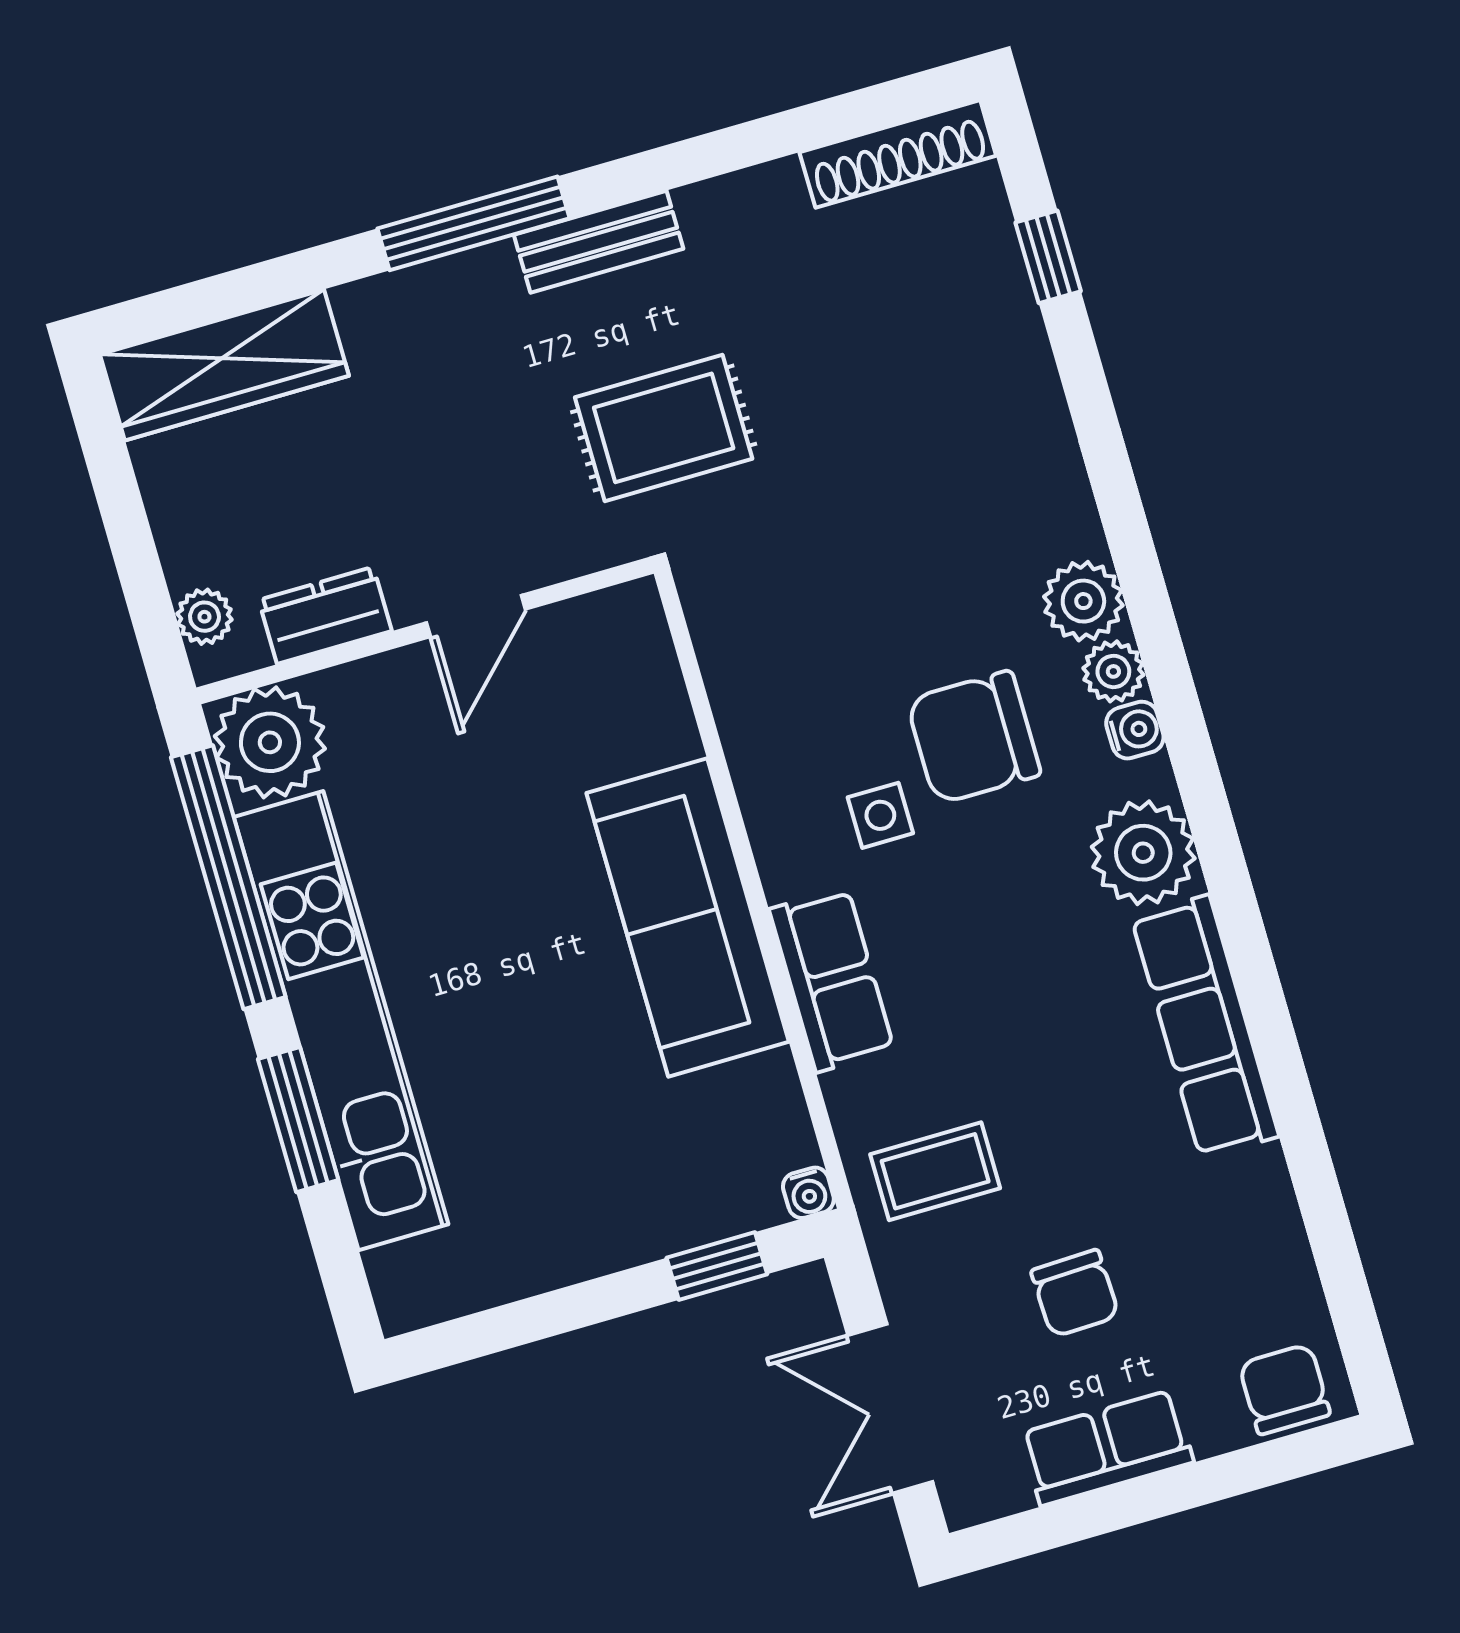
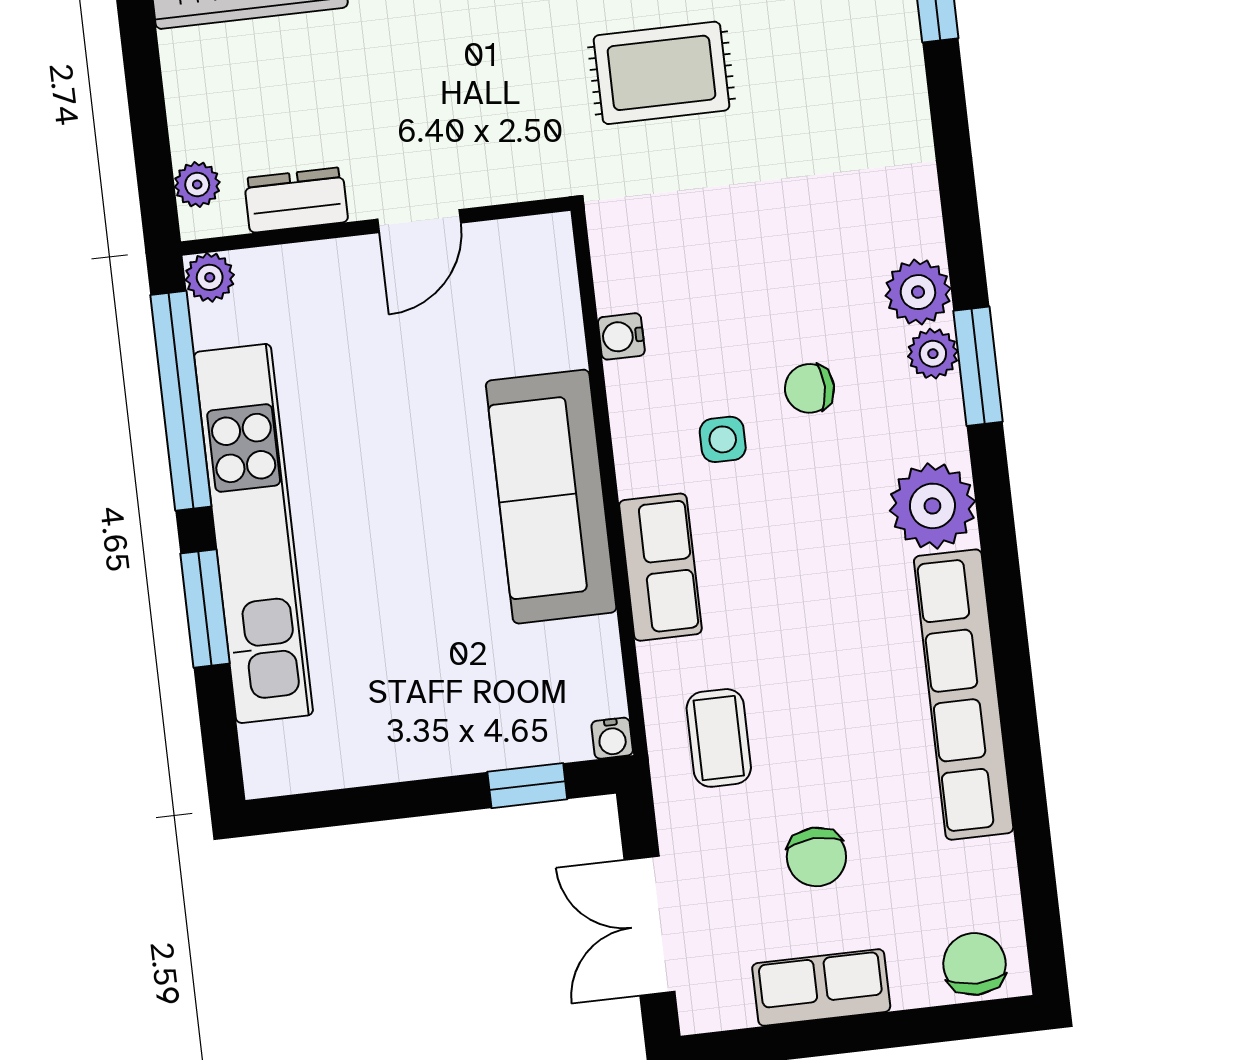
rug: (664, 428) -> (661, 73), moved
window: (1170, 677) -> (978, 366), added
water cooler: (1135, 730) -> (621, 336), moved, turned 180
chair: (974, 737) -> (810, 388), width x0.54, depth x0.54
plant: (270, 742) -> (210, 277), width x0.53, depth x0.53
row of seats: (1205, 1027) -> (964, 695), width x1.36
coffee table: (935, 1171) -> (719, 738), turned 90

